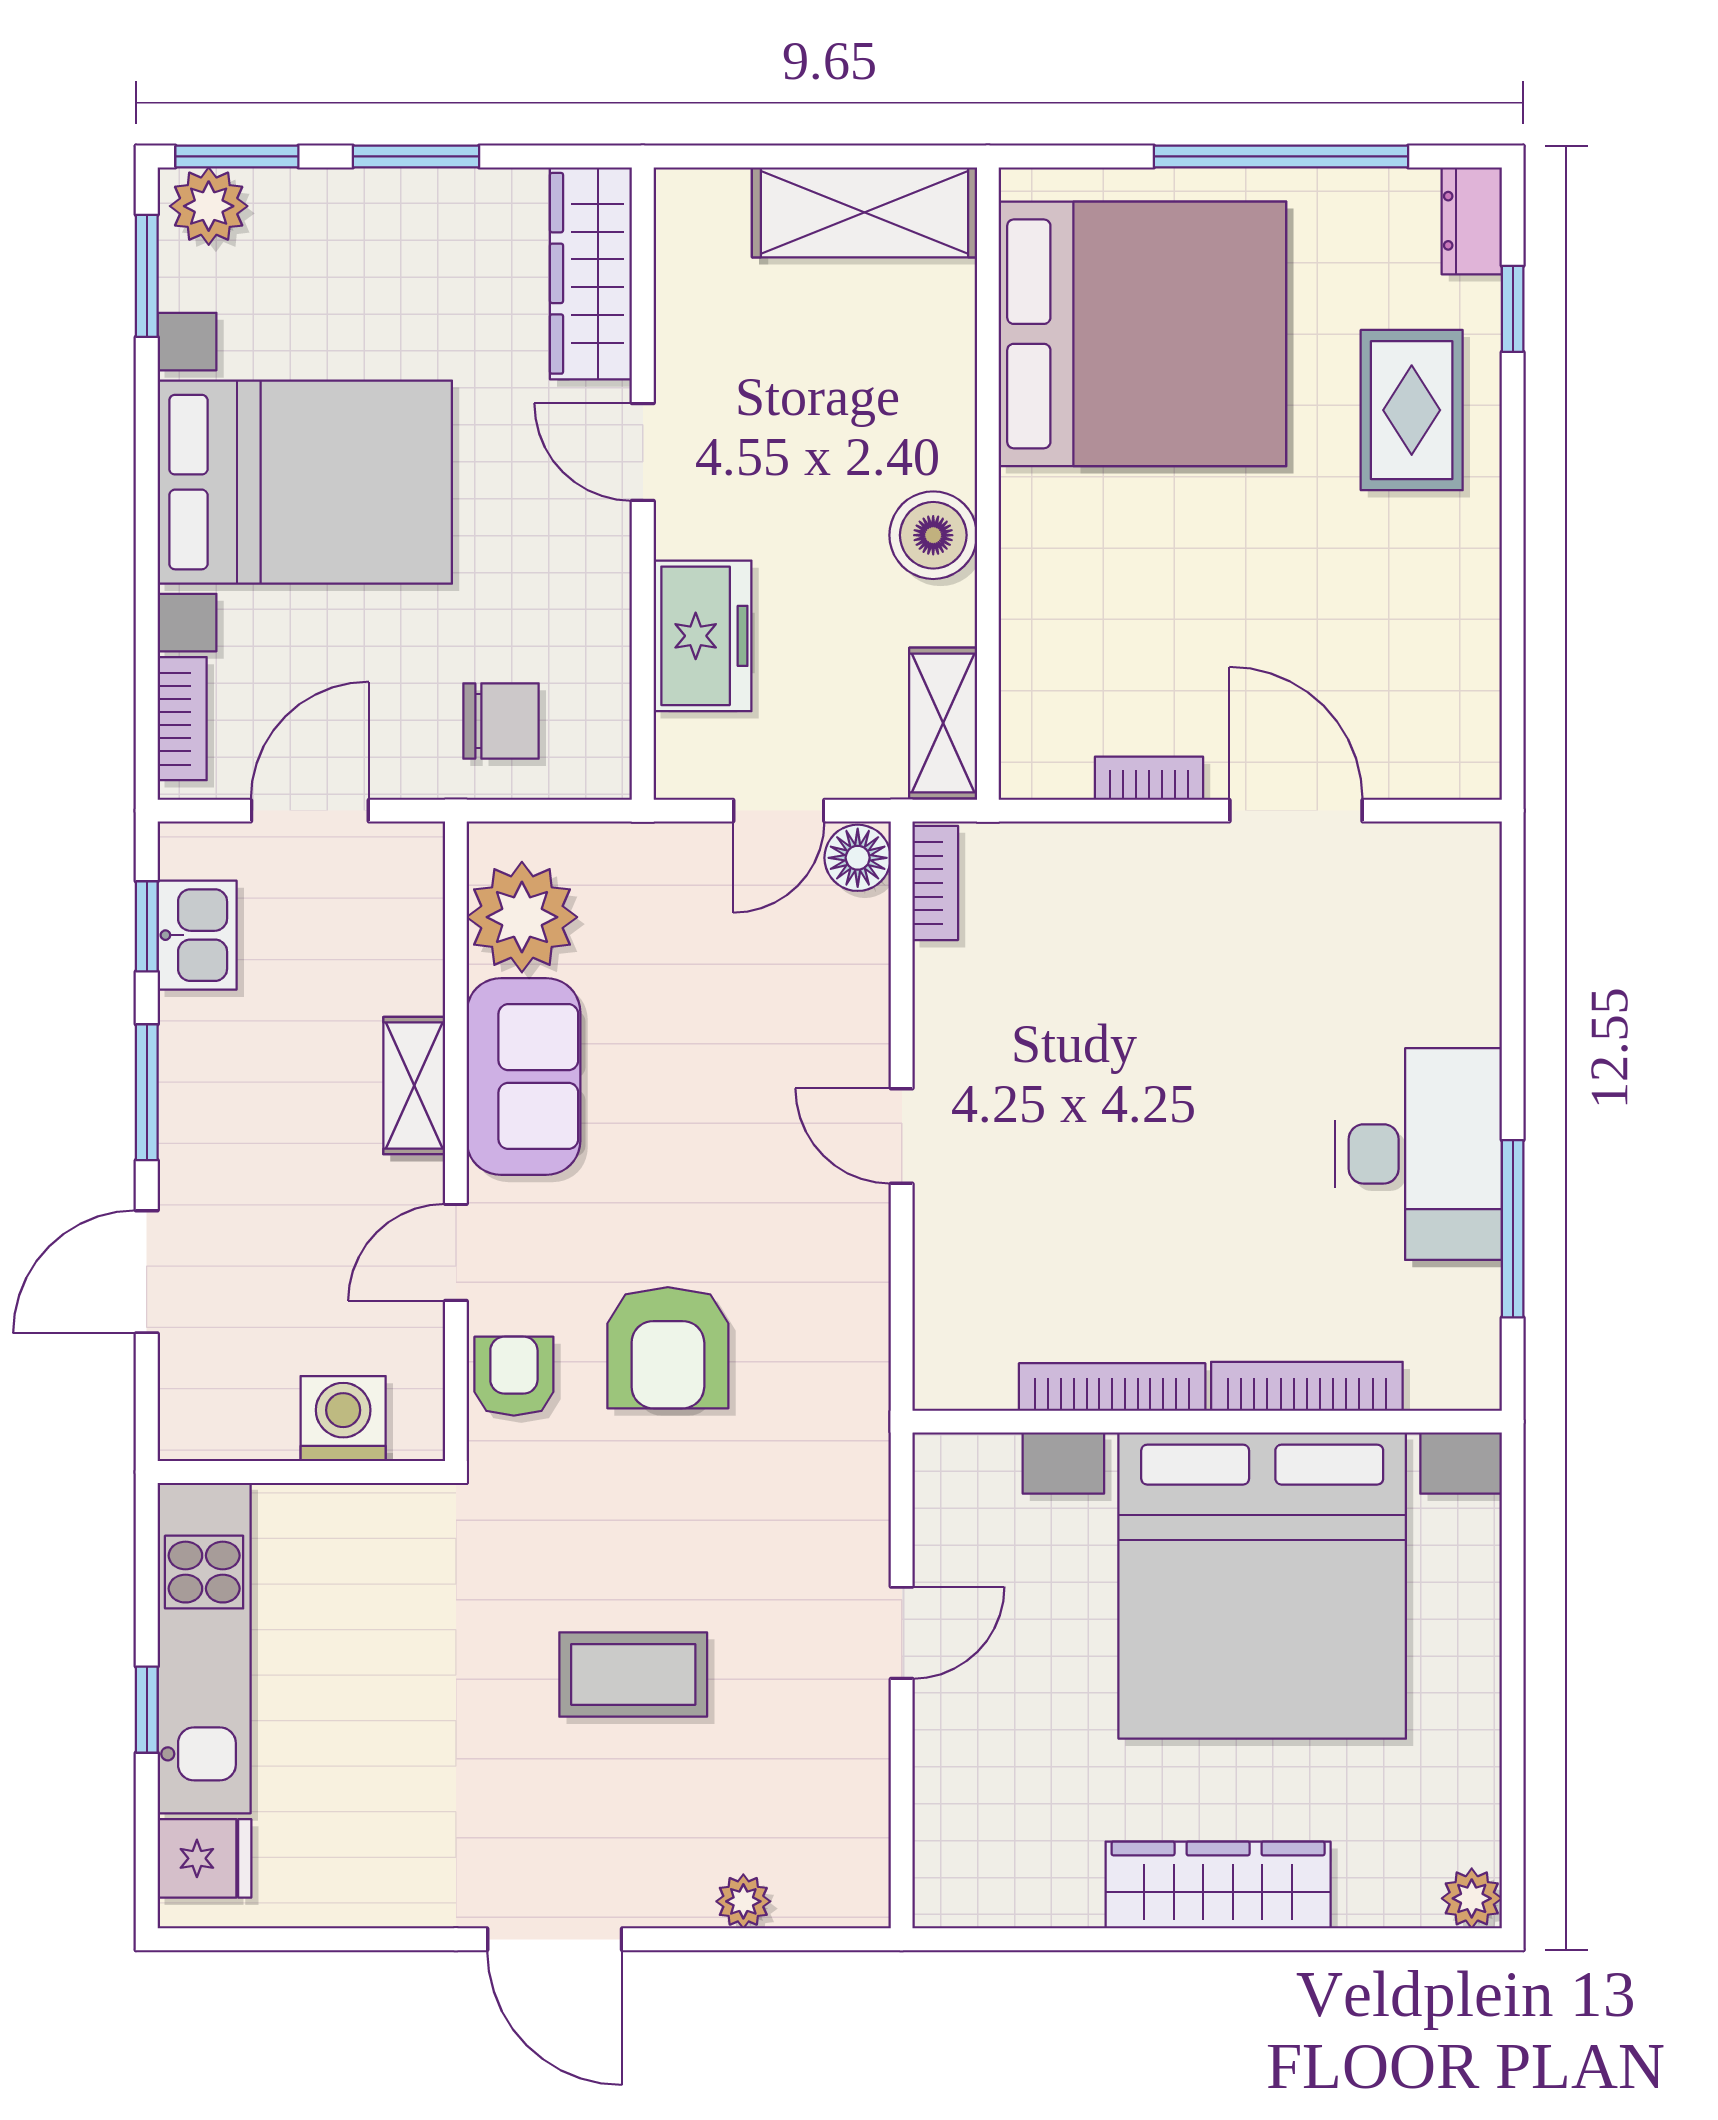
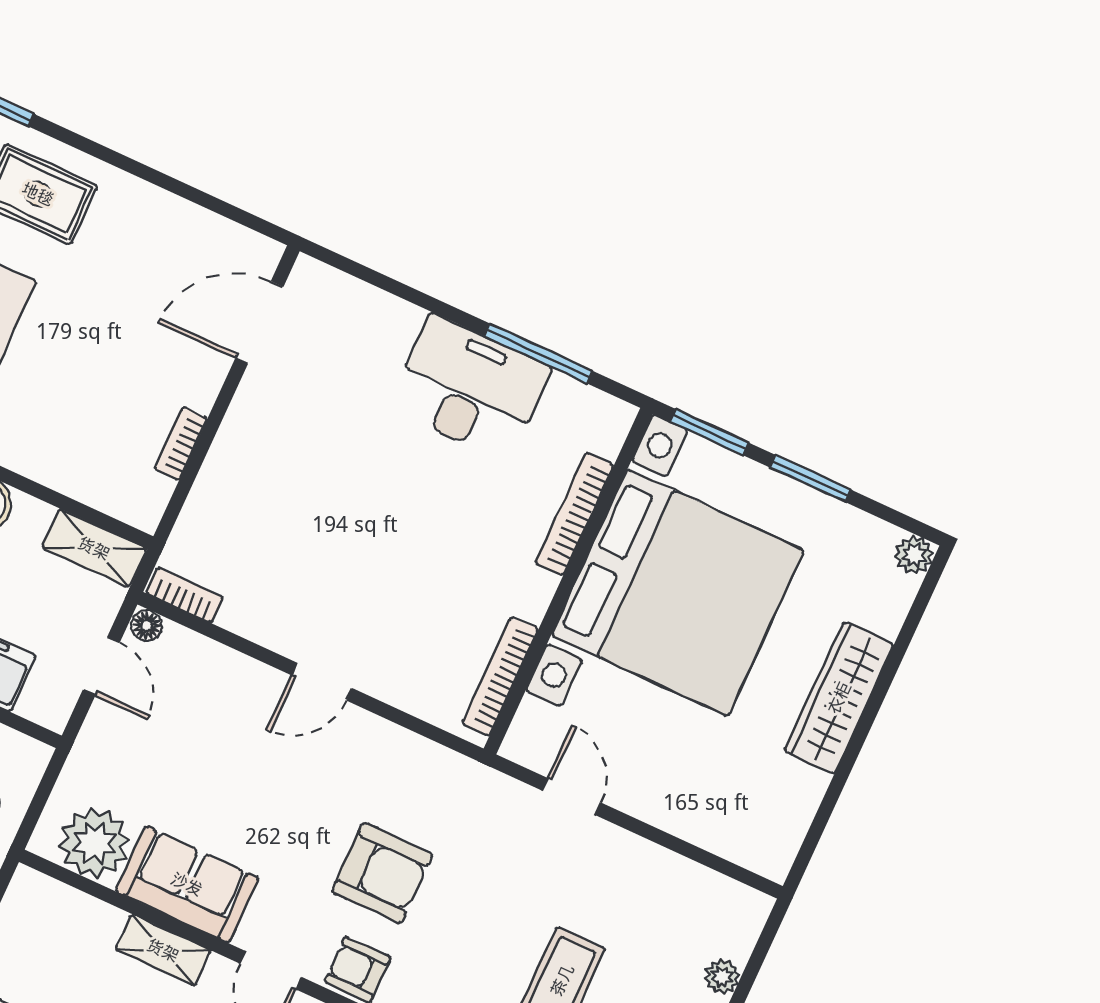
door: (1296, 811) -> (259, 323), moved
floor lamp: (858, 858) -> (147, 626), width x0.73, depth x0.73
bookcase: (1112, 1387) -> (500, 676), moved
window: (1513, 1525) -> (709, 432), added
door: (902, 1633) -> (572, 797), moved
window: (1513, 1700) -> (810, 479), added

